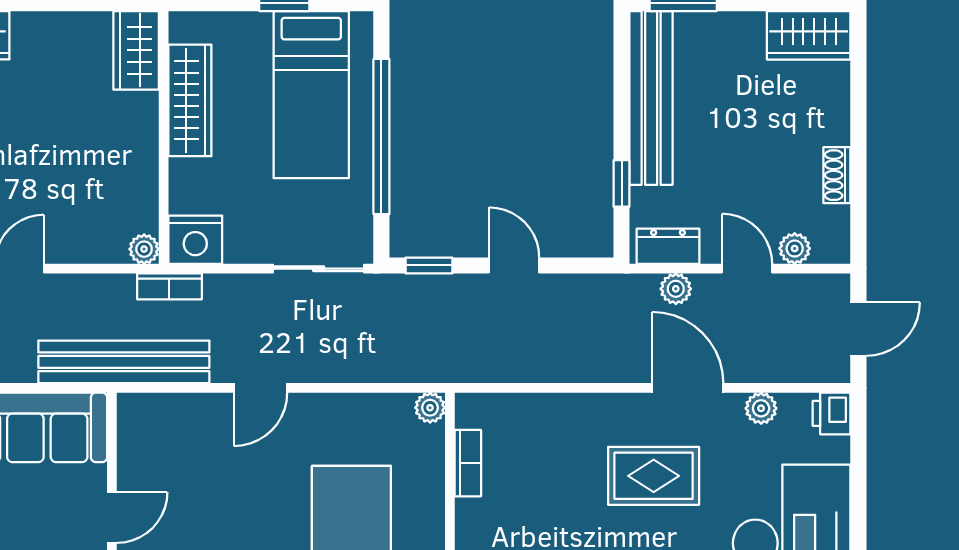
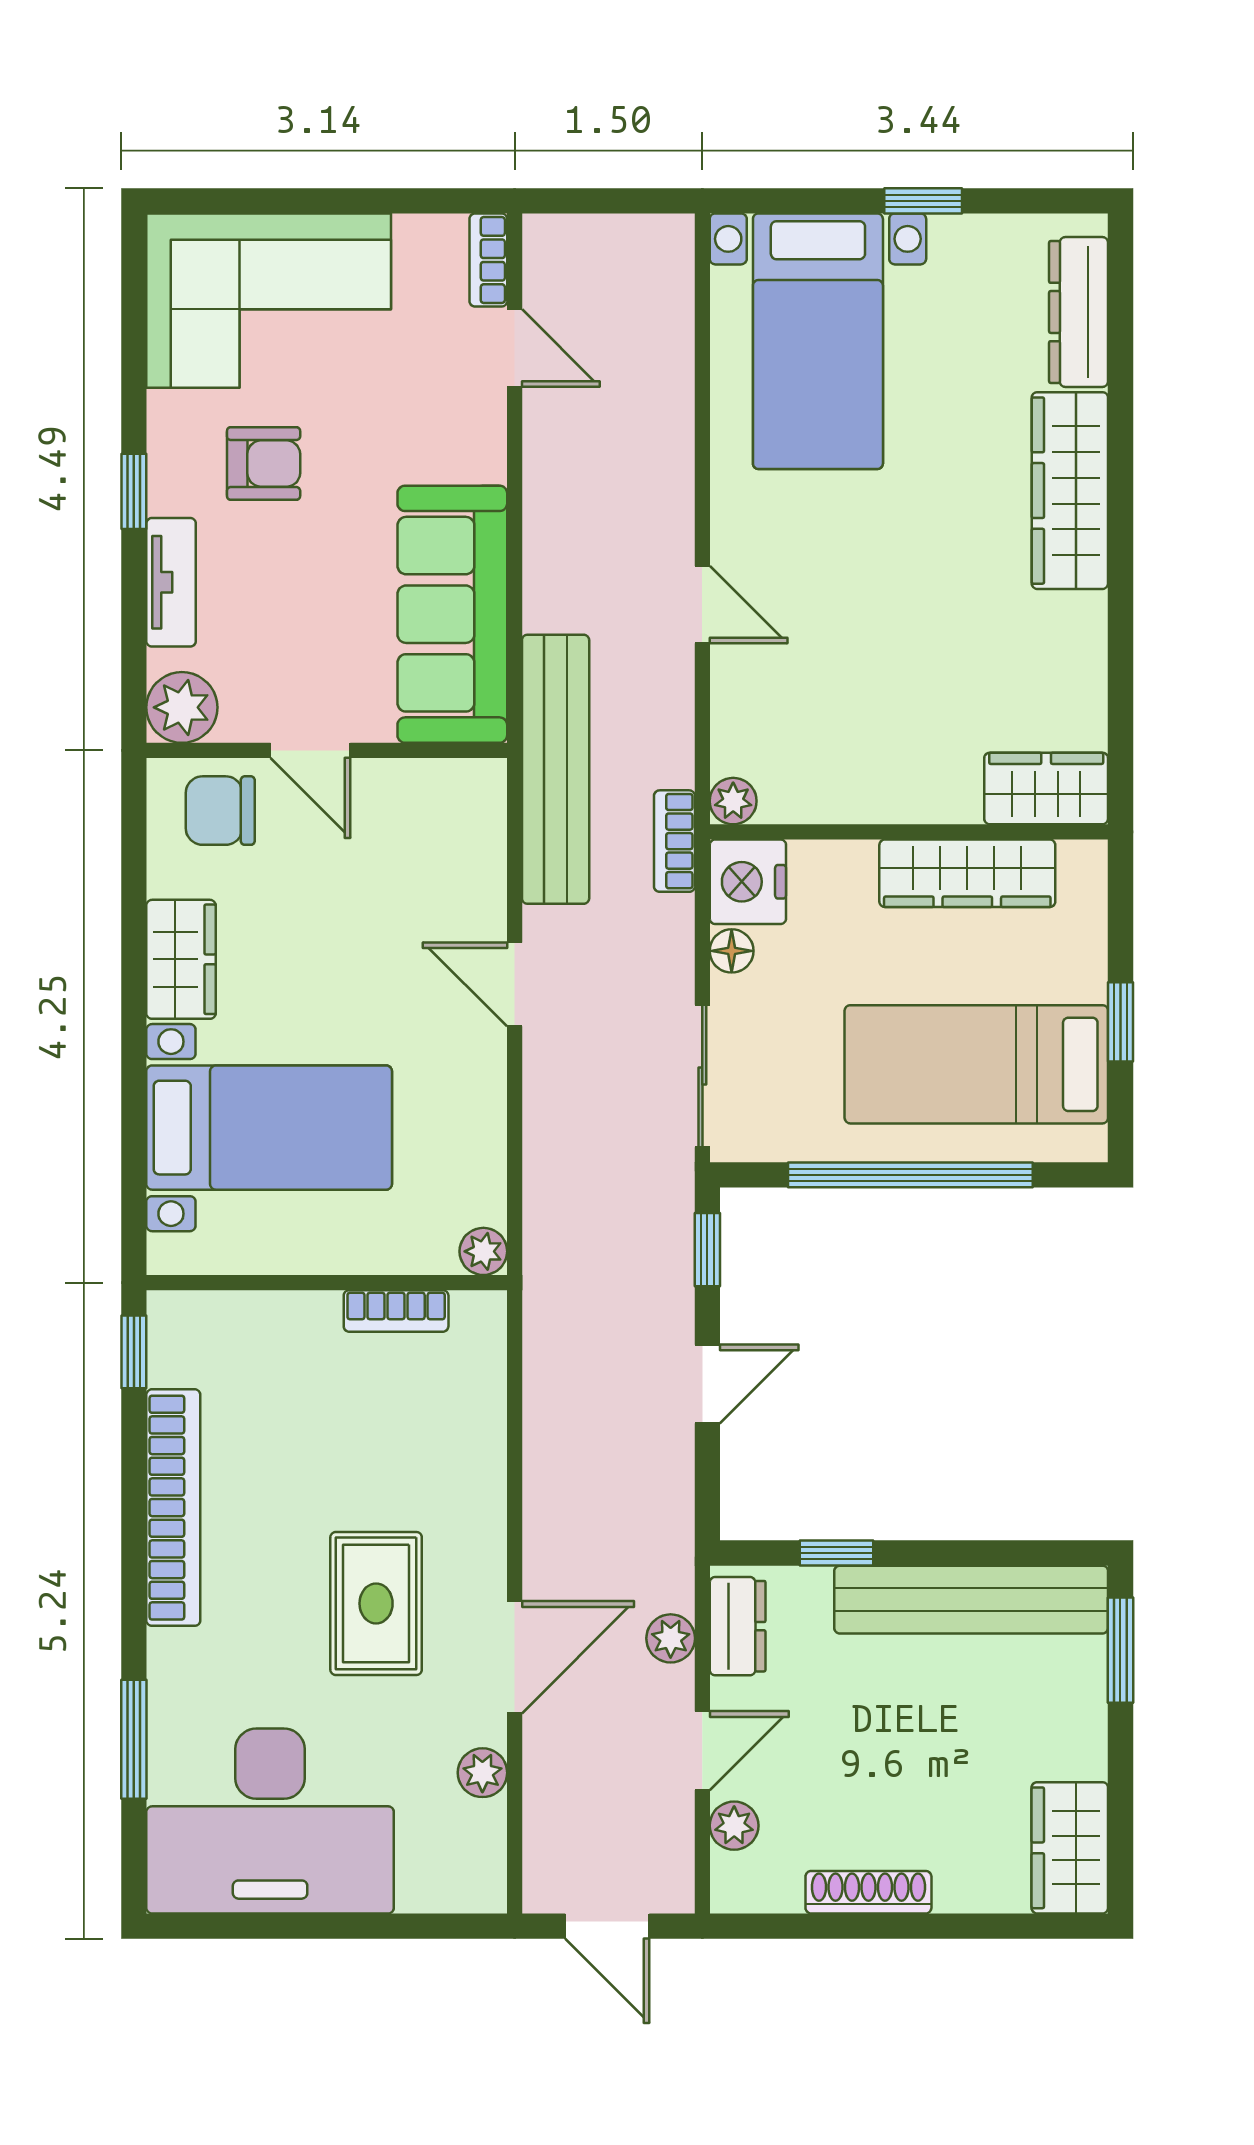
shoe rack: (837, 175) -> (868, 1892), width x1.43
floor lamp: (239, 250) -> (732, 951), added
printer: (832, 413) -> (474, 1884), removed

